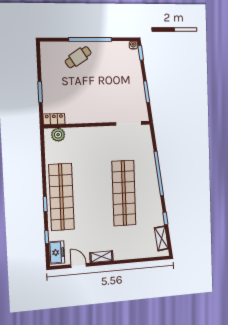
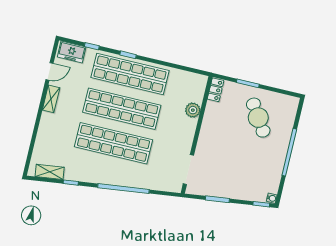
cafe table: (78, 57) -> (258, 118), moved, width x1.37, depth x1.35
plant: (58, 135) -> (193, 110), moved
shop shelf: (93, 195) -> (122, 109), added

